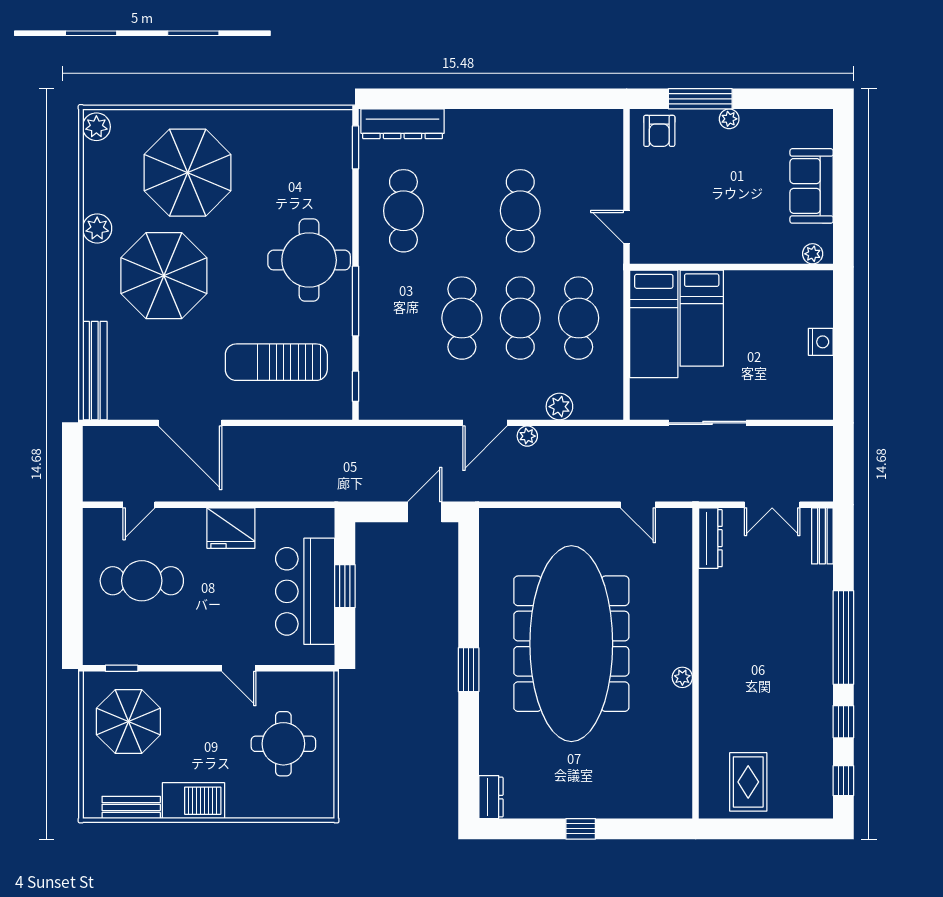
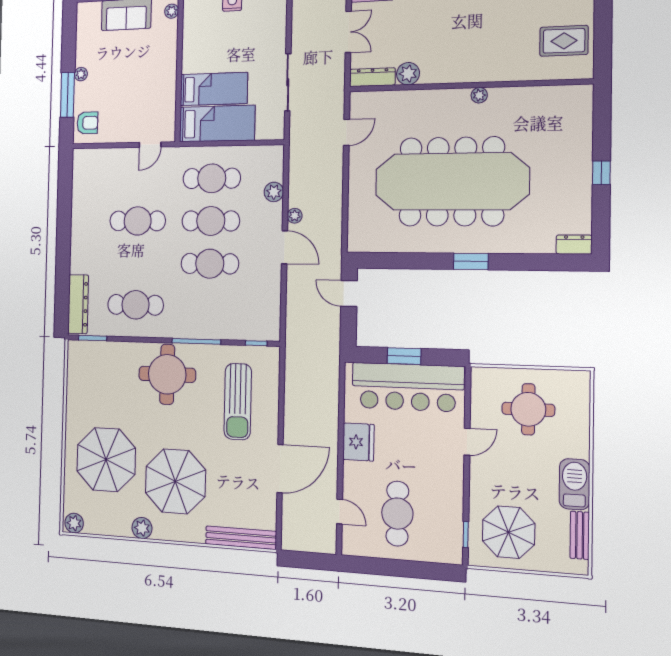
plant: (713, 585) -> (408, 74), added
bar counter: (305, 591) -> (408, 387), width x1.36

